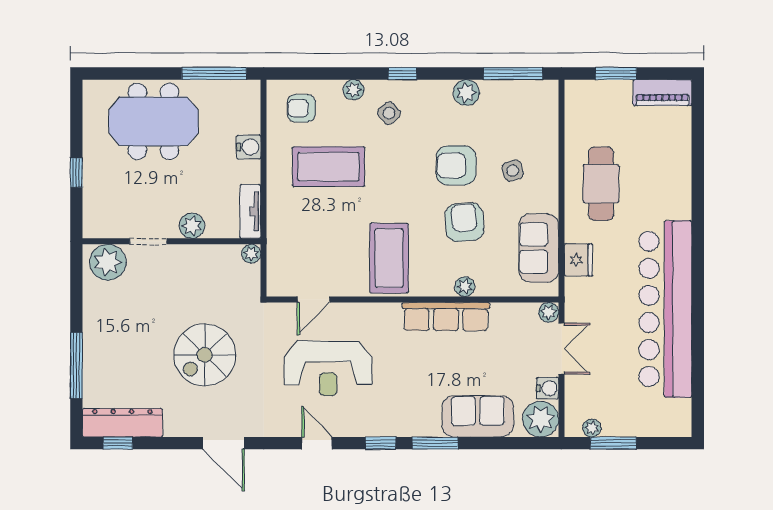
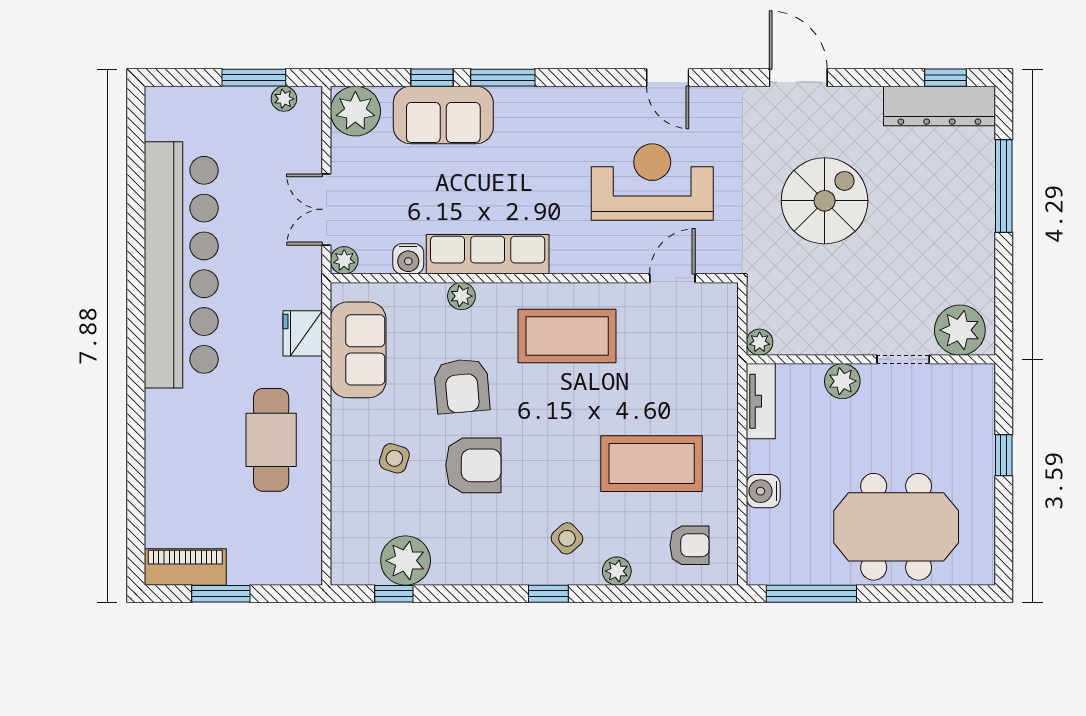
window: (513, 73) -> (394, 594), width x0.46
window: (616, 73) -> (221, 594), moved
plant: (466, 93) -> (406, 561), moved, width x1.36, depth x1.36
side table: (513, 170) -> (394, 458), turned 35
coffee table: (389, 258) -> (567, 336), turned 90
water cooler: (548, 388) -> (408, 259), moved, turned -90
window: (380, 443) -> (432, 78), moved

